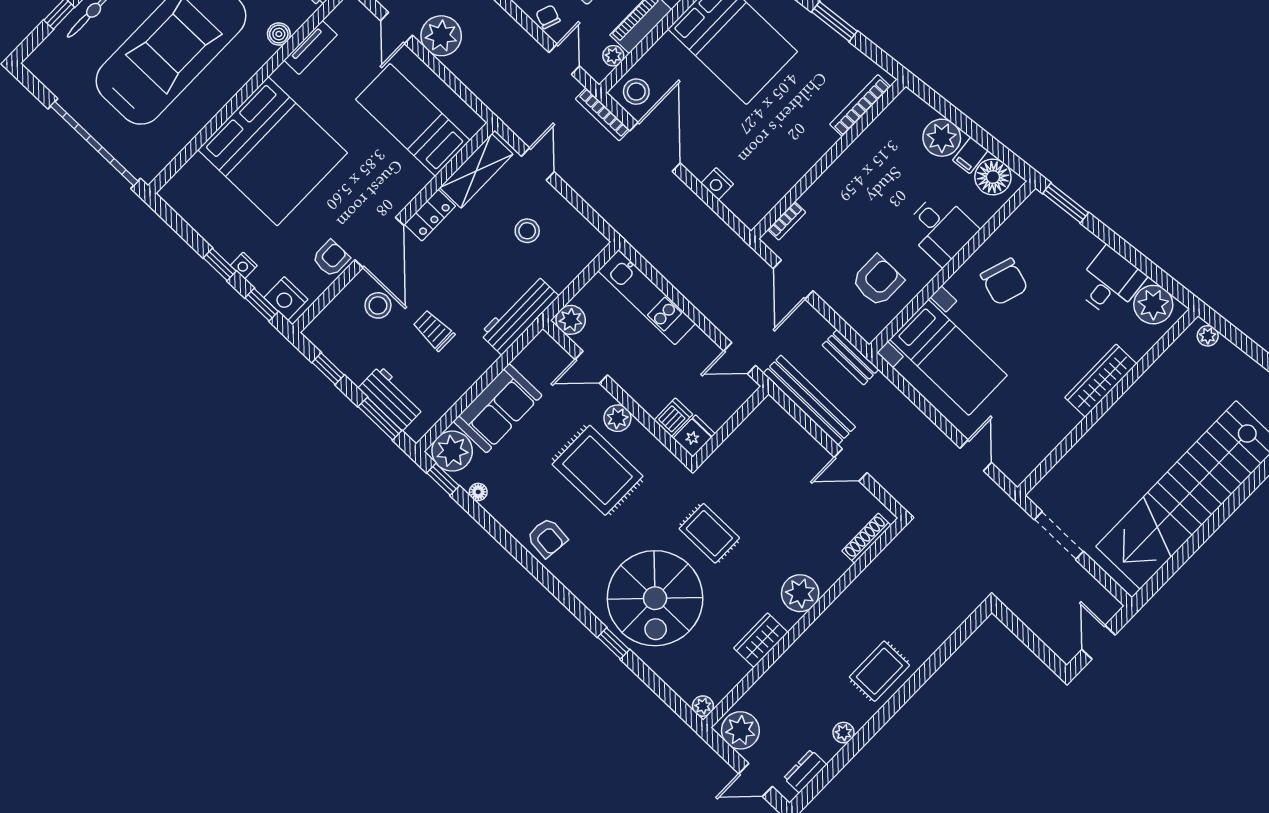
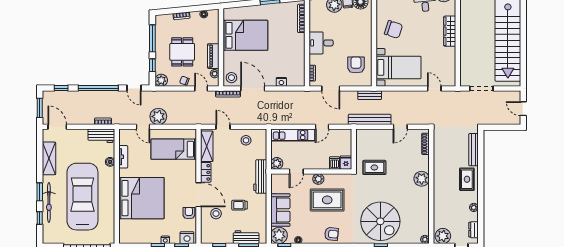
desk: (941, 229) -> (321, 43), moved, turned 180
stool: (527, 231) -> (246, 140), moved
door: (740, 358) -> (322, 127), moved
rug: (709, 533) -> (374, 167), moved
bench: (941, 630) -> (473, 150), added
wardrobe: (761, 640) -> (423, 204), removed

